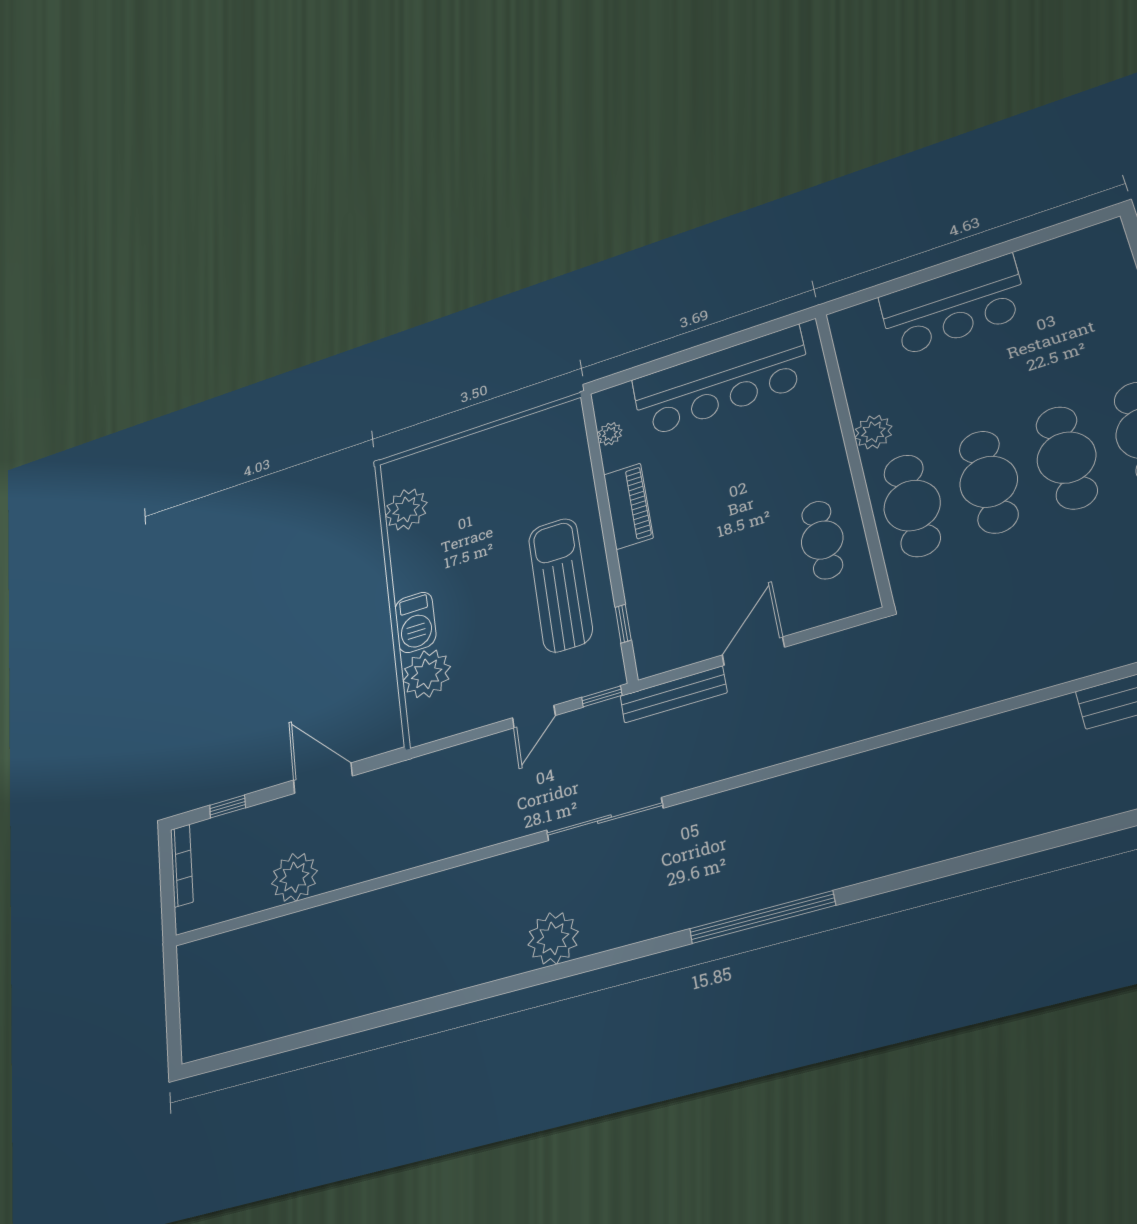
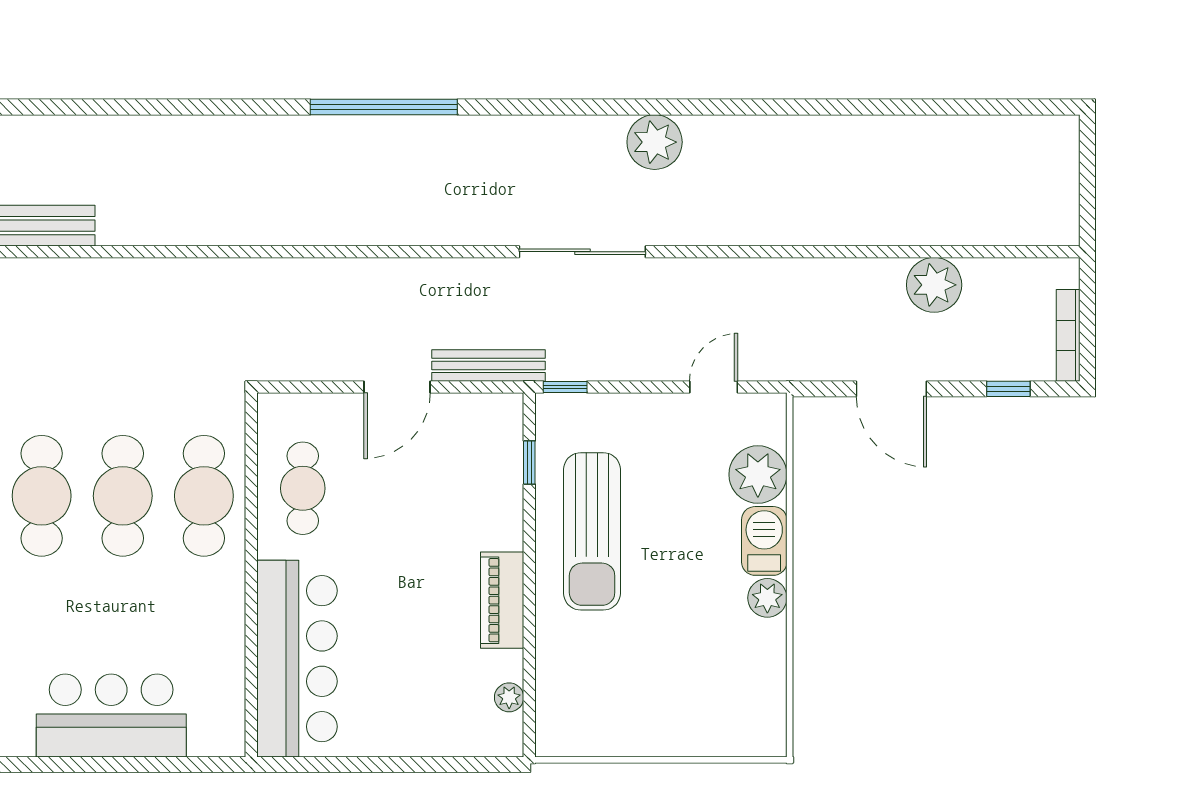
bar counter: (721, 382) -> (297, 659), moved, turned 90
plant: (873, 432) -> (225, 595), removed
plant: (406, 509) -> (767, 598), moved, width x0.73, depth x0.73
door: (534, 717) -> (714, 387), moved
window: (762, 917) -> (384, 107), moved

